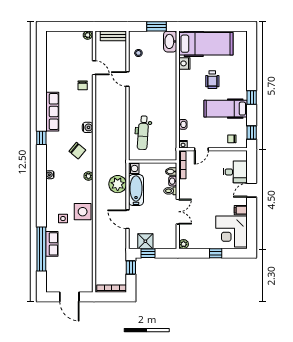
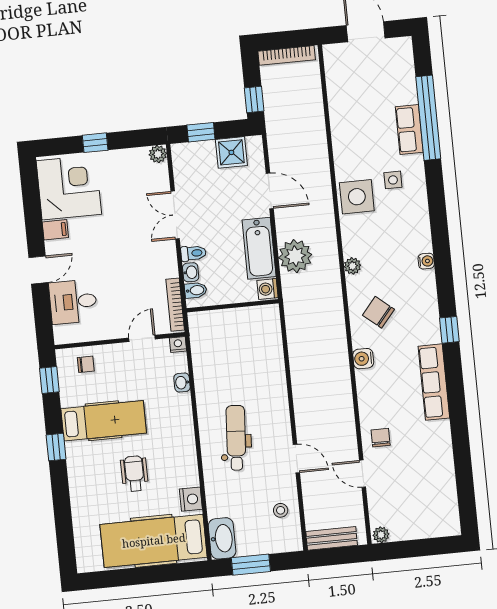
dental chair: (143, 133) -> (236, 438), moved
window: (148, 253) -> (201, 132), moved

